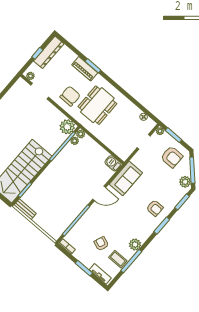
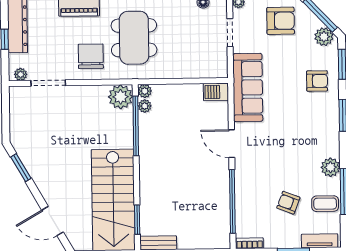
sofa: (126, 178) -> (248, 87), width x1.36
door: (99, 193) -> (232, 144), swing flipped
armchair: (155, 208) -> (317, 81), moved

